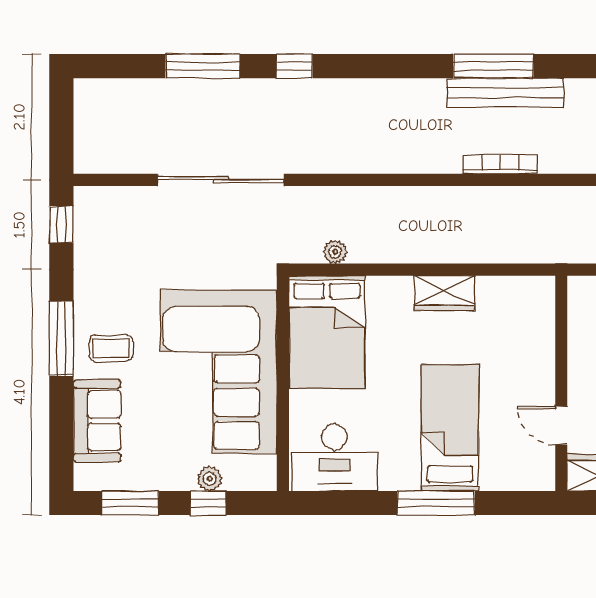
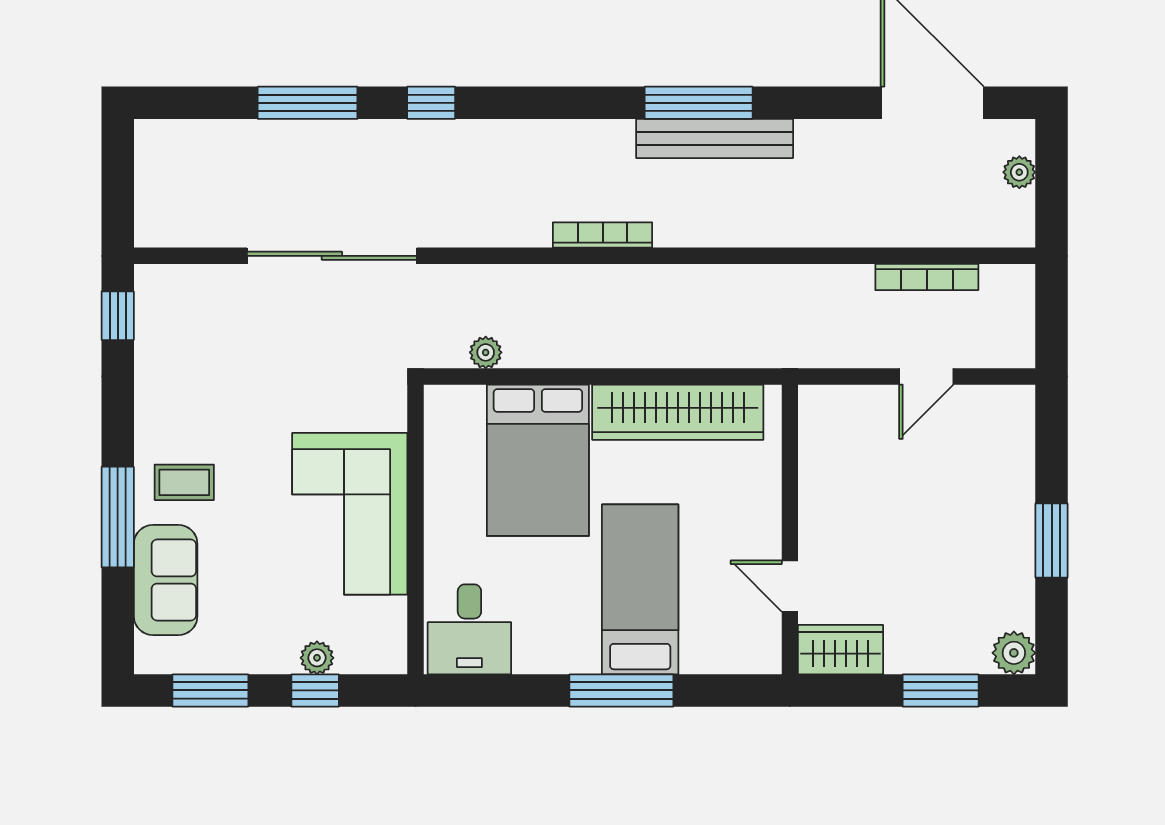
bookcase: (500, 164) -> (603, 235), moved
wardrobe: (445, 293) -> (678, 412), width x2.10, depth x1.17
bed: (327, 332) -> (538, 460), moved
window: (61, 339) -> (118, 517), moved
corner sofa: (219, 372) -> (350, 514), width x0.73, depth x0.74
desk: (335, 458) -> (469, 629), width x0.73

